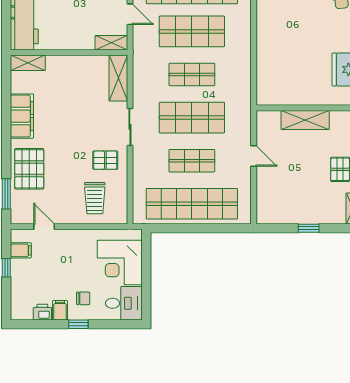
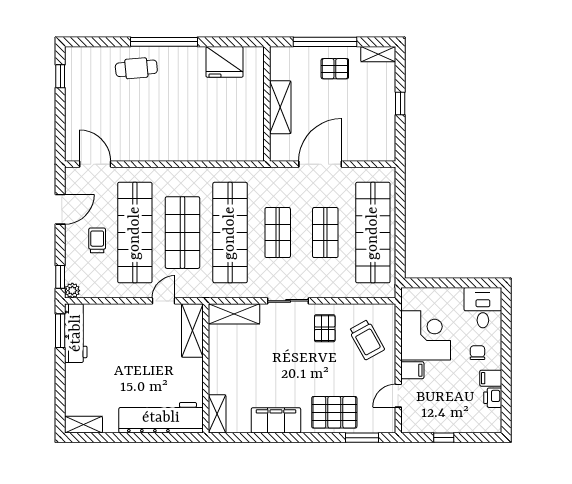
shelving: (111, 43) -> (192, 330), width x1.50, depth x1.33
shop shelf: (192, 74) -> (230, 233), width x2.00, depth x1.36
shop shelf: (192, 118) -> (278, 233), width x0.70, depth x0.74
door: (254, 156) -> (320, 164), width x1.87
trolley: (95, 198) -> (367, 340), turned 61
filing cabinet: (21, 250) -> (412, 370), moved, turned 90
corner desk: (120, 263) -> (426, 335), moved, turned -90
window: (78, 324) -> (506, 358), removed

